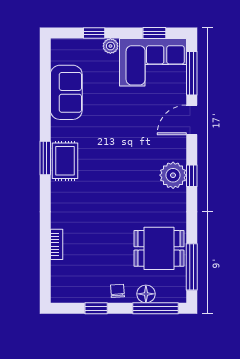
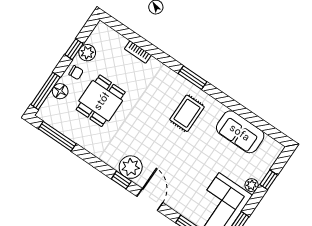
door: (192, 120) -> (150, 200), moved
window: (45, 158) -> (193, 78), moved
rug: (65, 161) -> (187, 113), moved, turned 90
dining table: (159, 248) -> (101, 101), moved
plant: (91, 293) -> (87, 53), added

